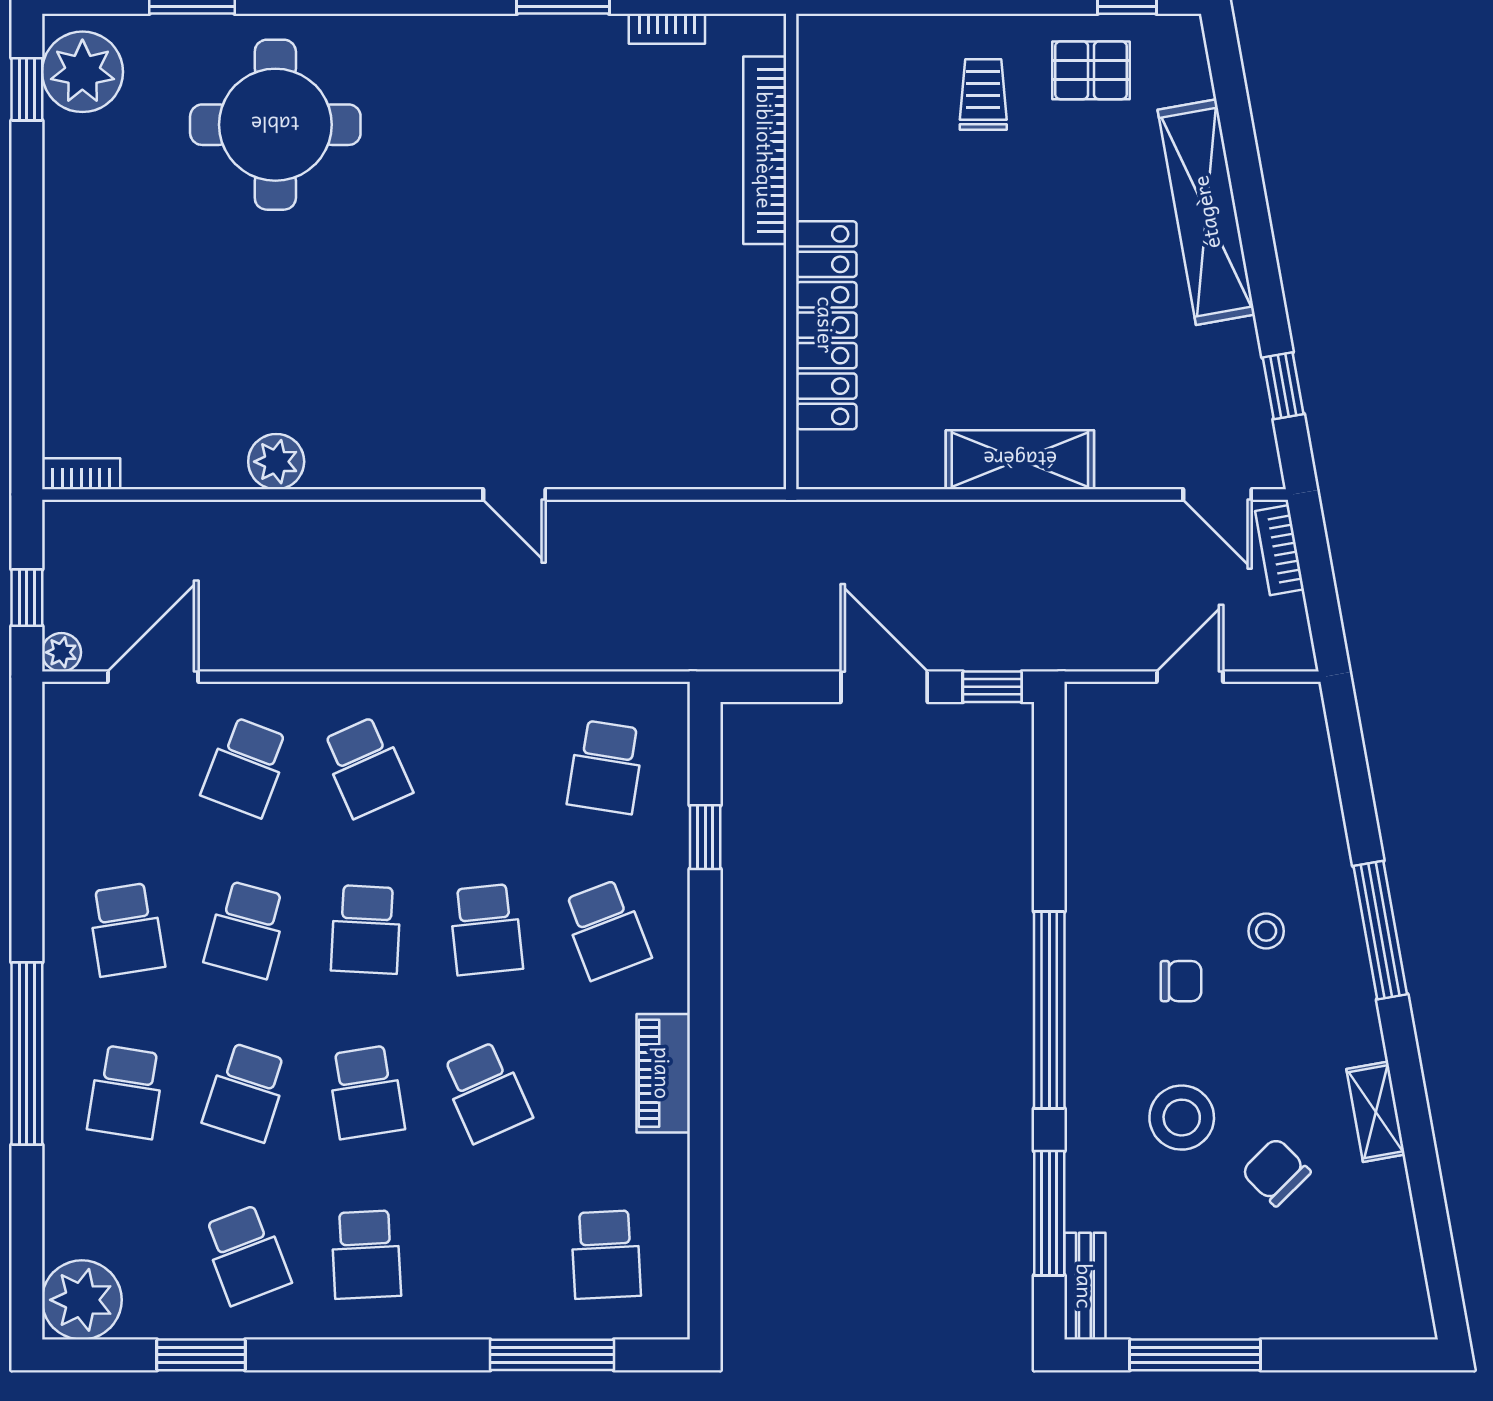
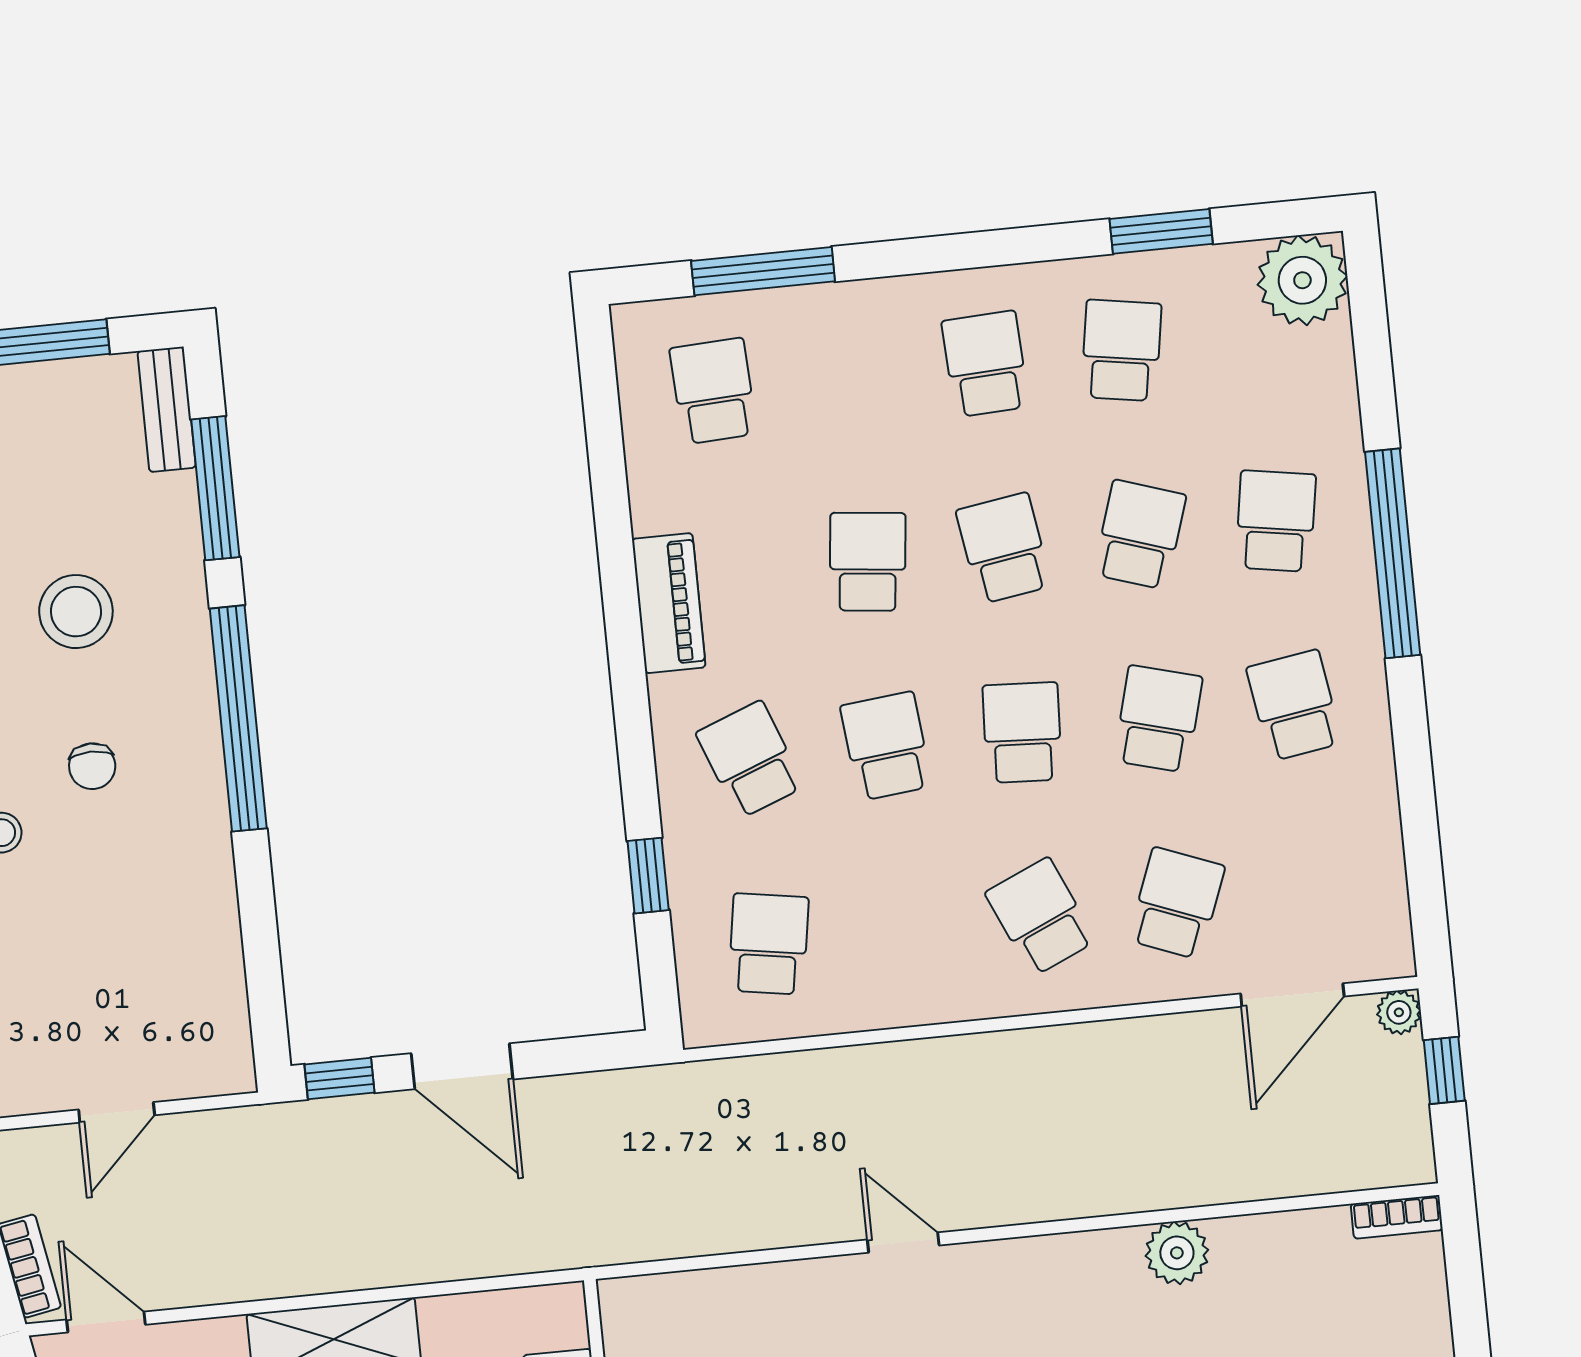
chair: (1181, 981) -> (92, 766), turned -90
school desk: (486, 1092) -> (868, 562), turned 30
school desk: (246, 1255) -> (1121, 350), turned 30

